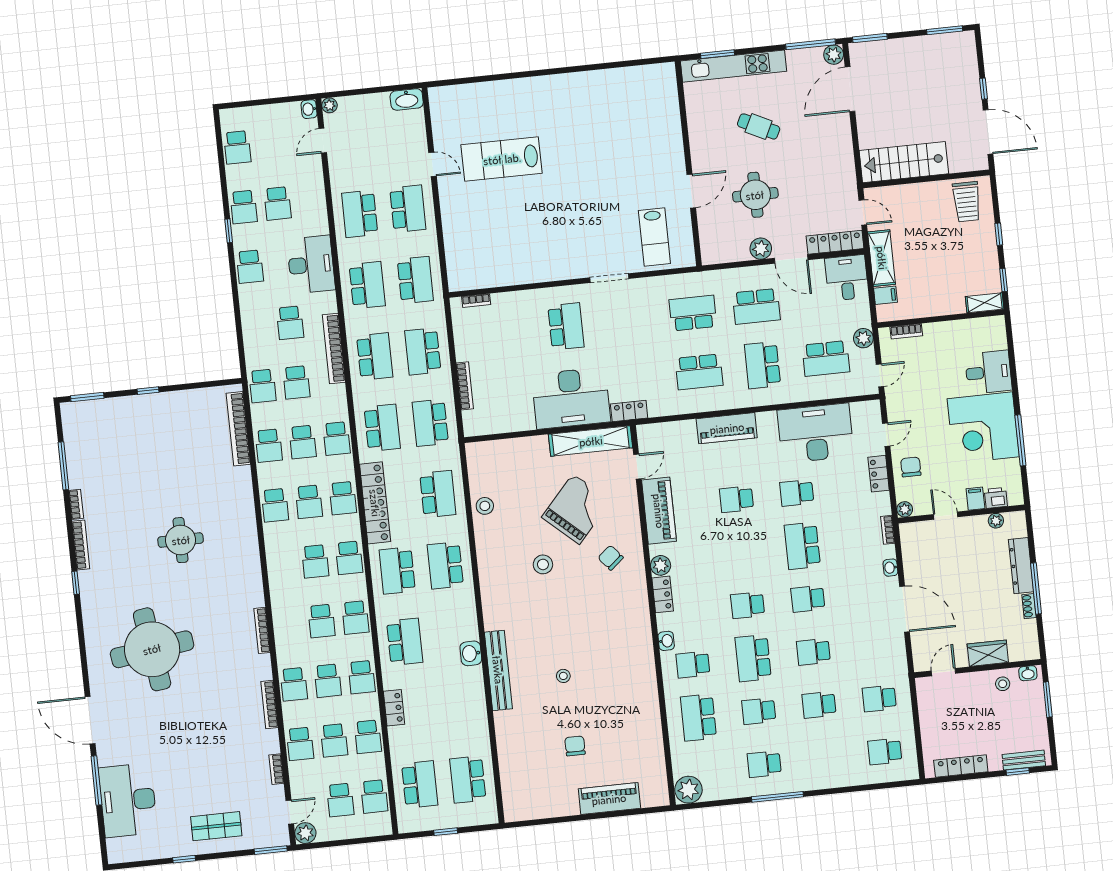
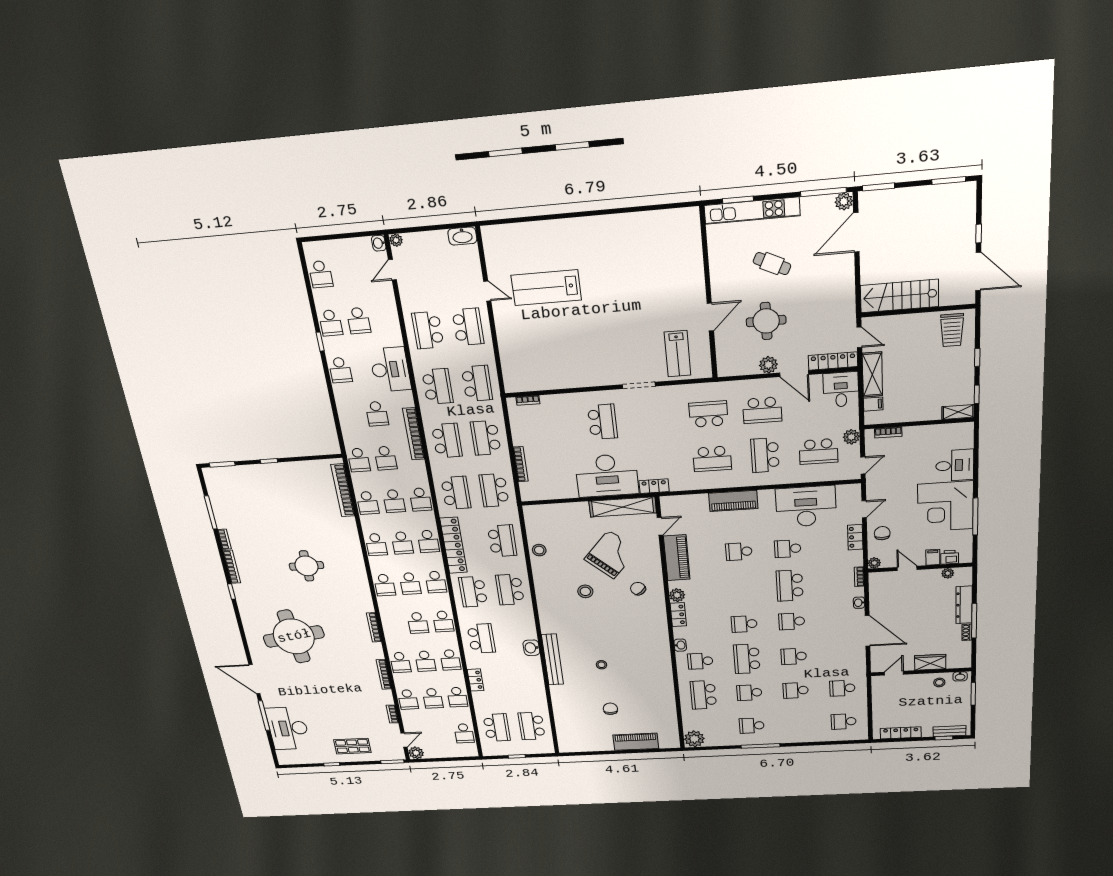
school desk: (340, 800) -> (385, 585), moved

